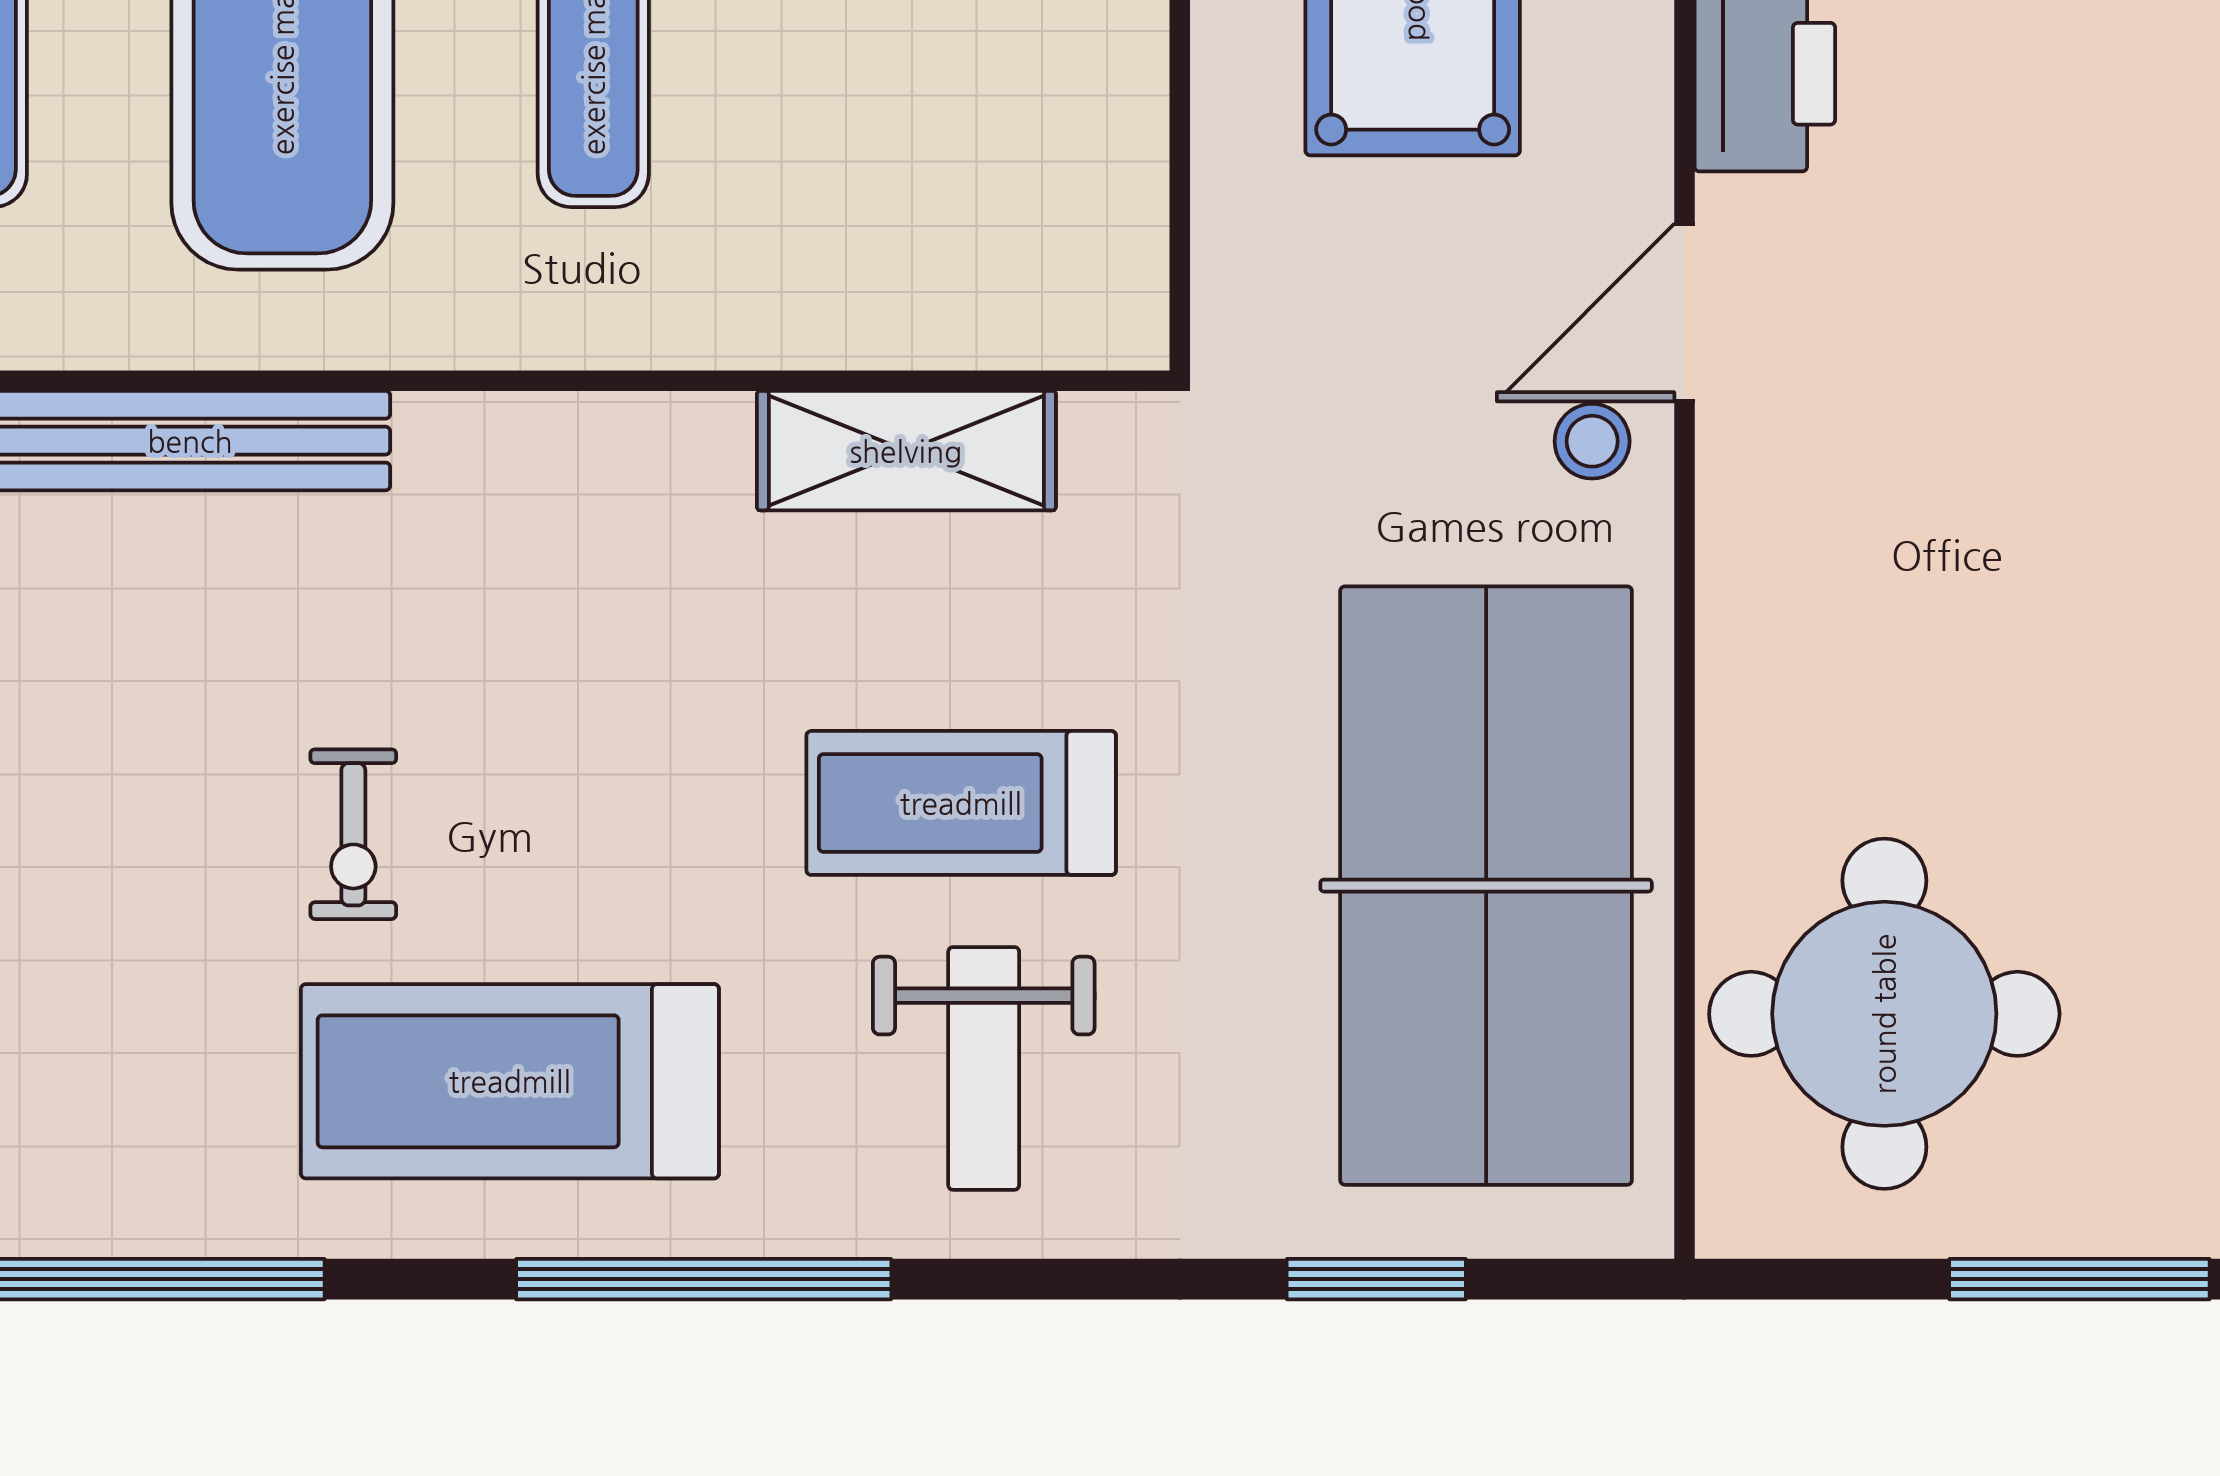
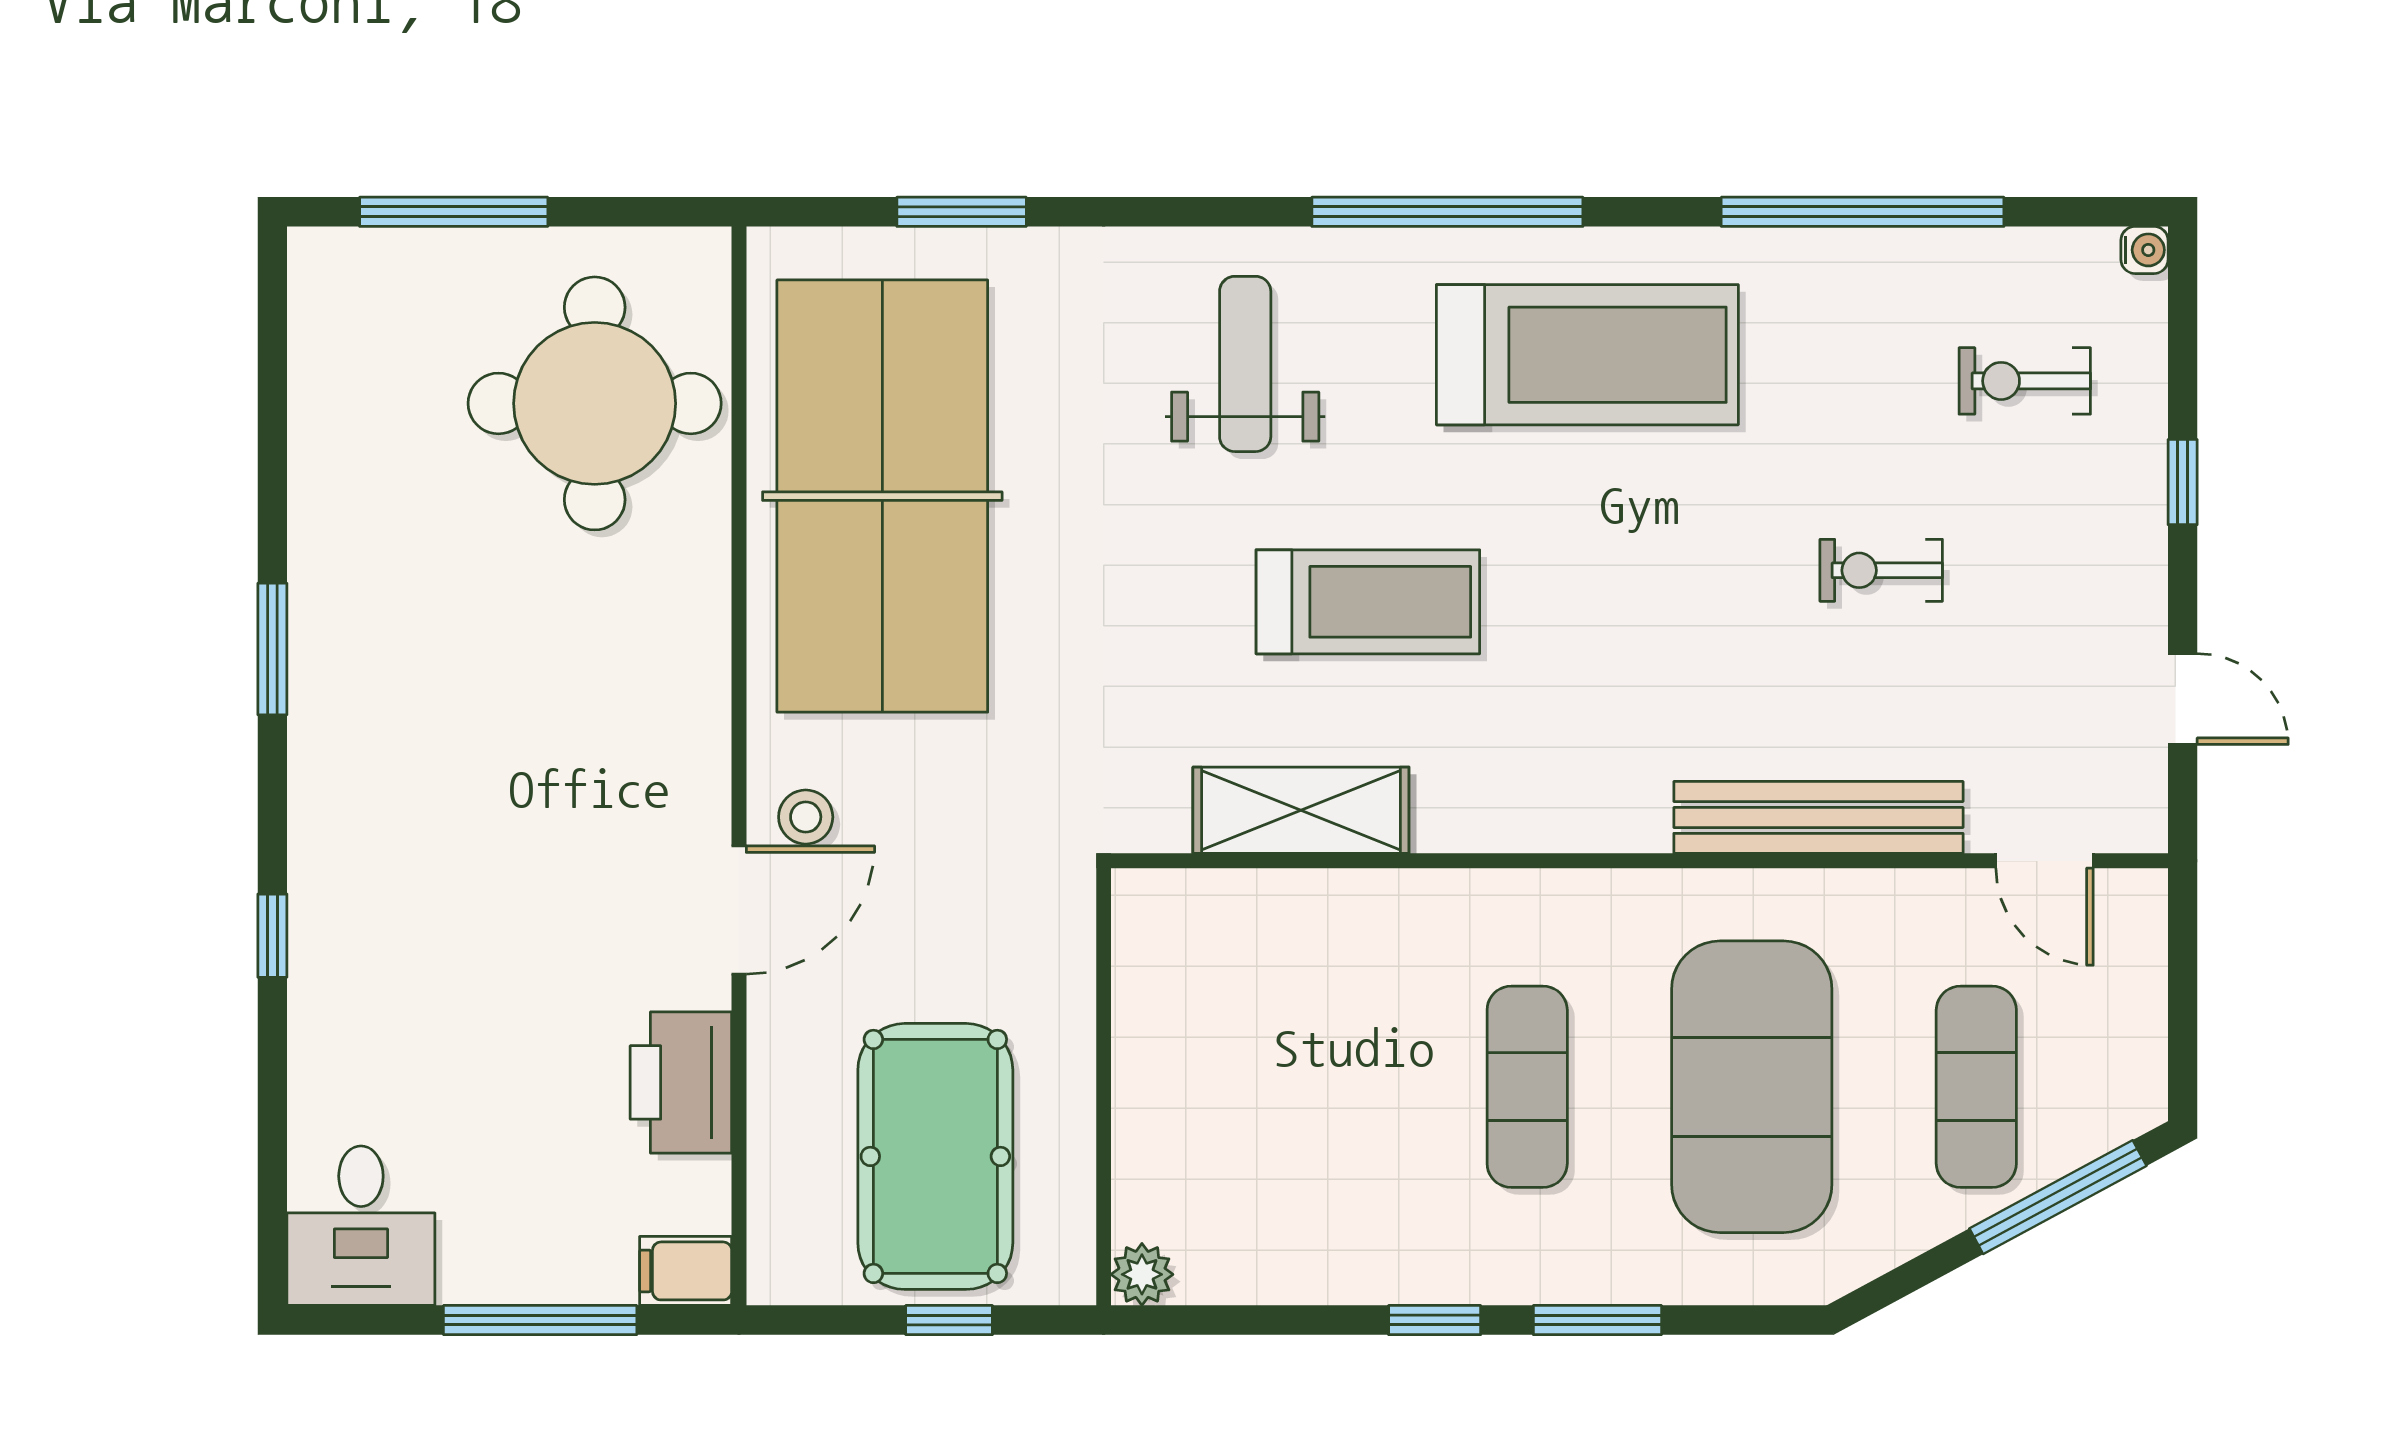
treadmill: (961, 803) -> (1368, 602), moved
exercise bike: (353, 834) -> (1881, 570), moved, turned -90

